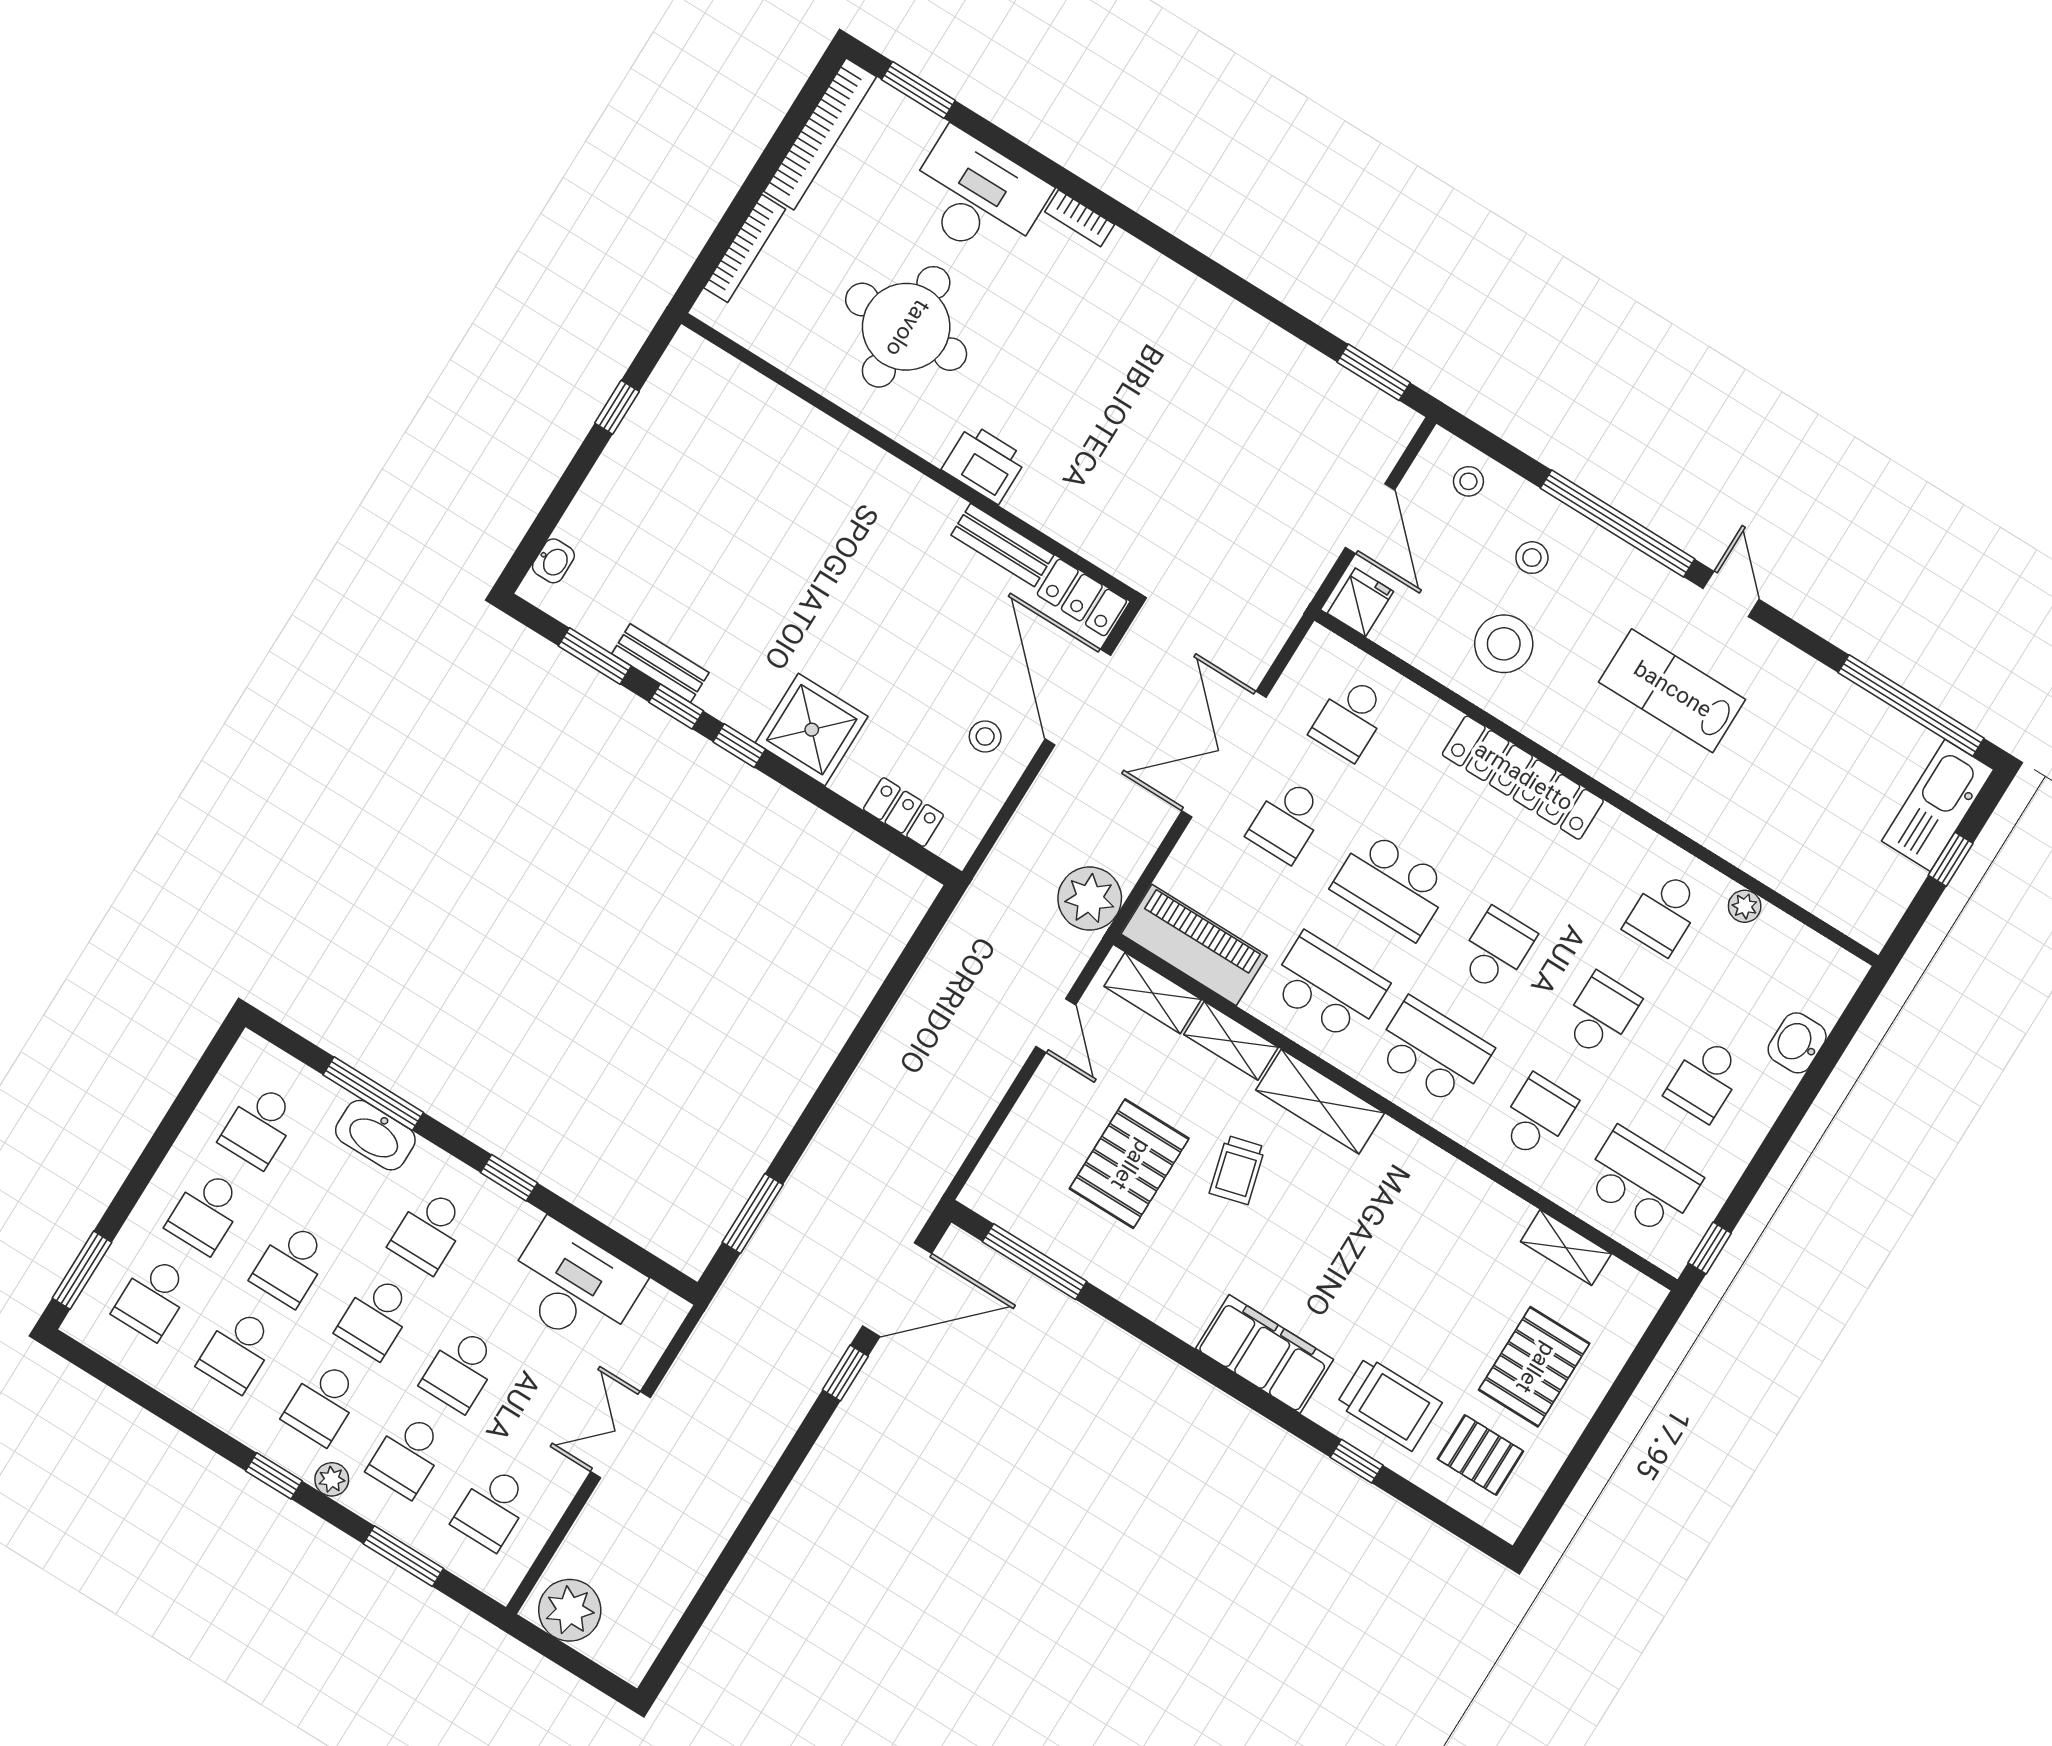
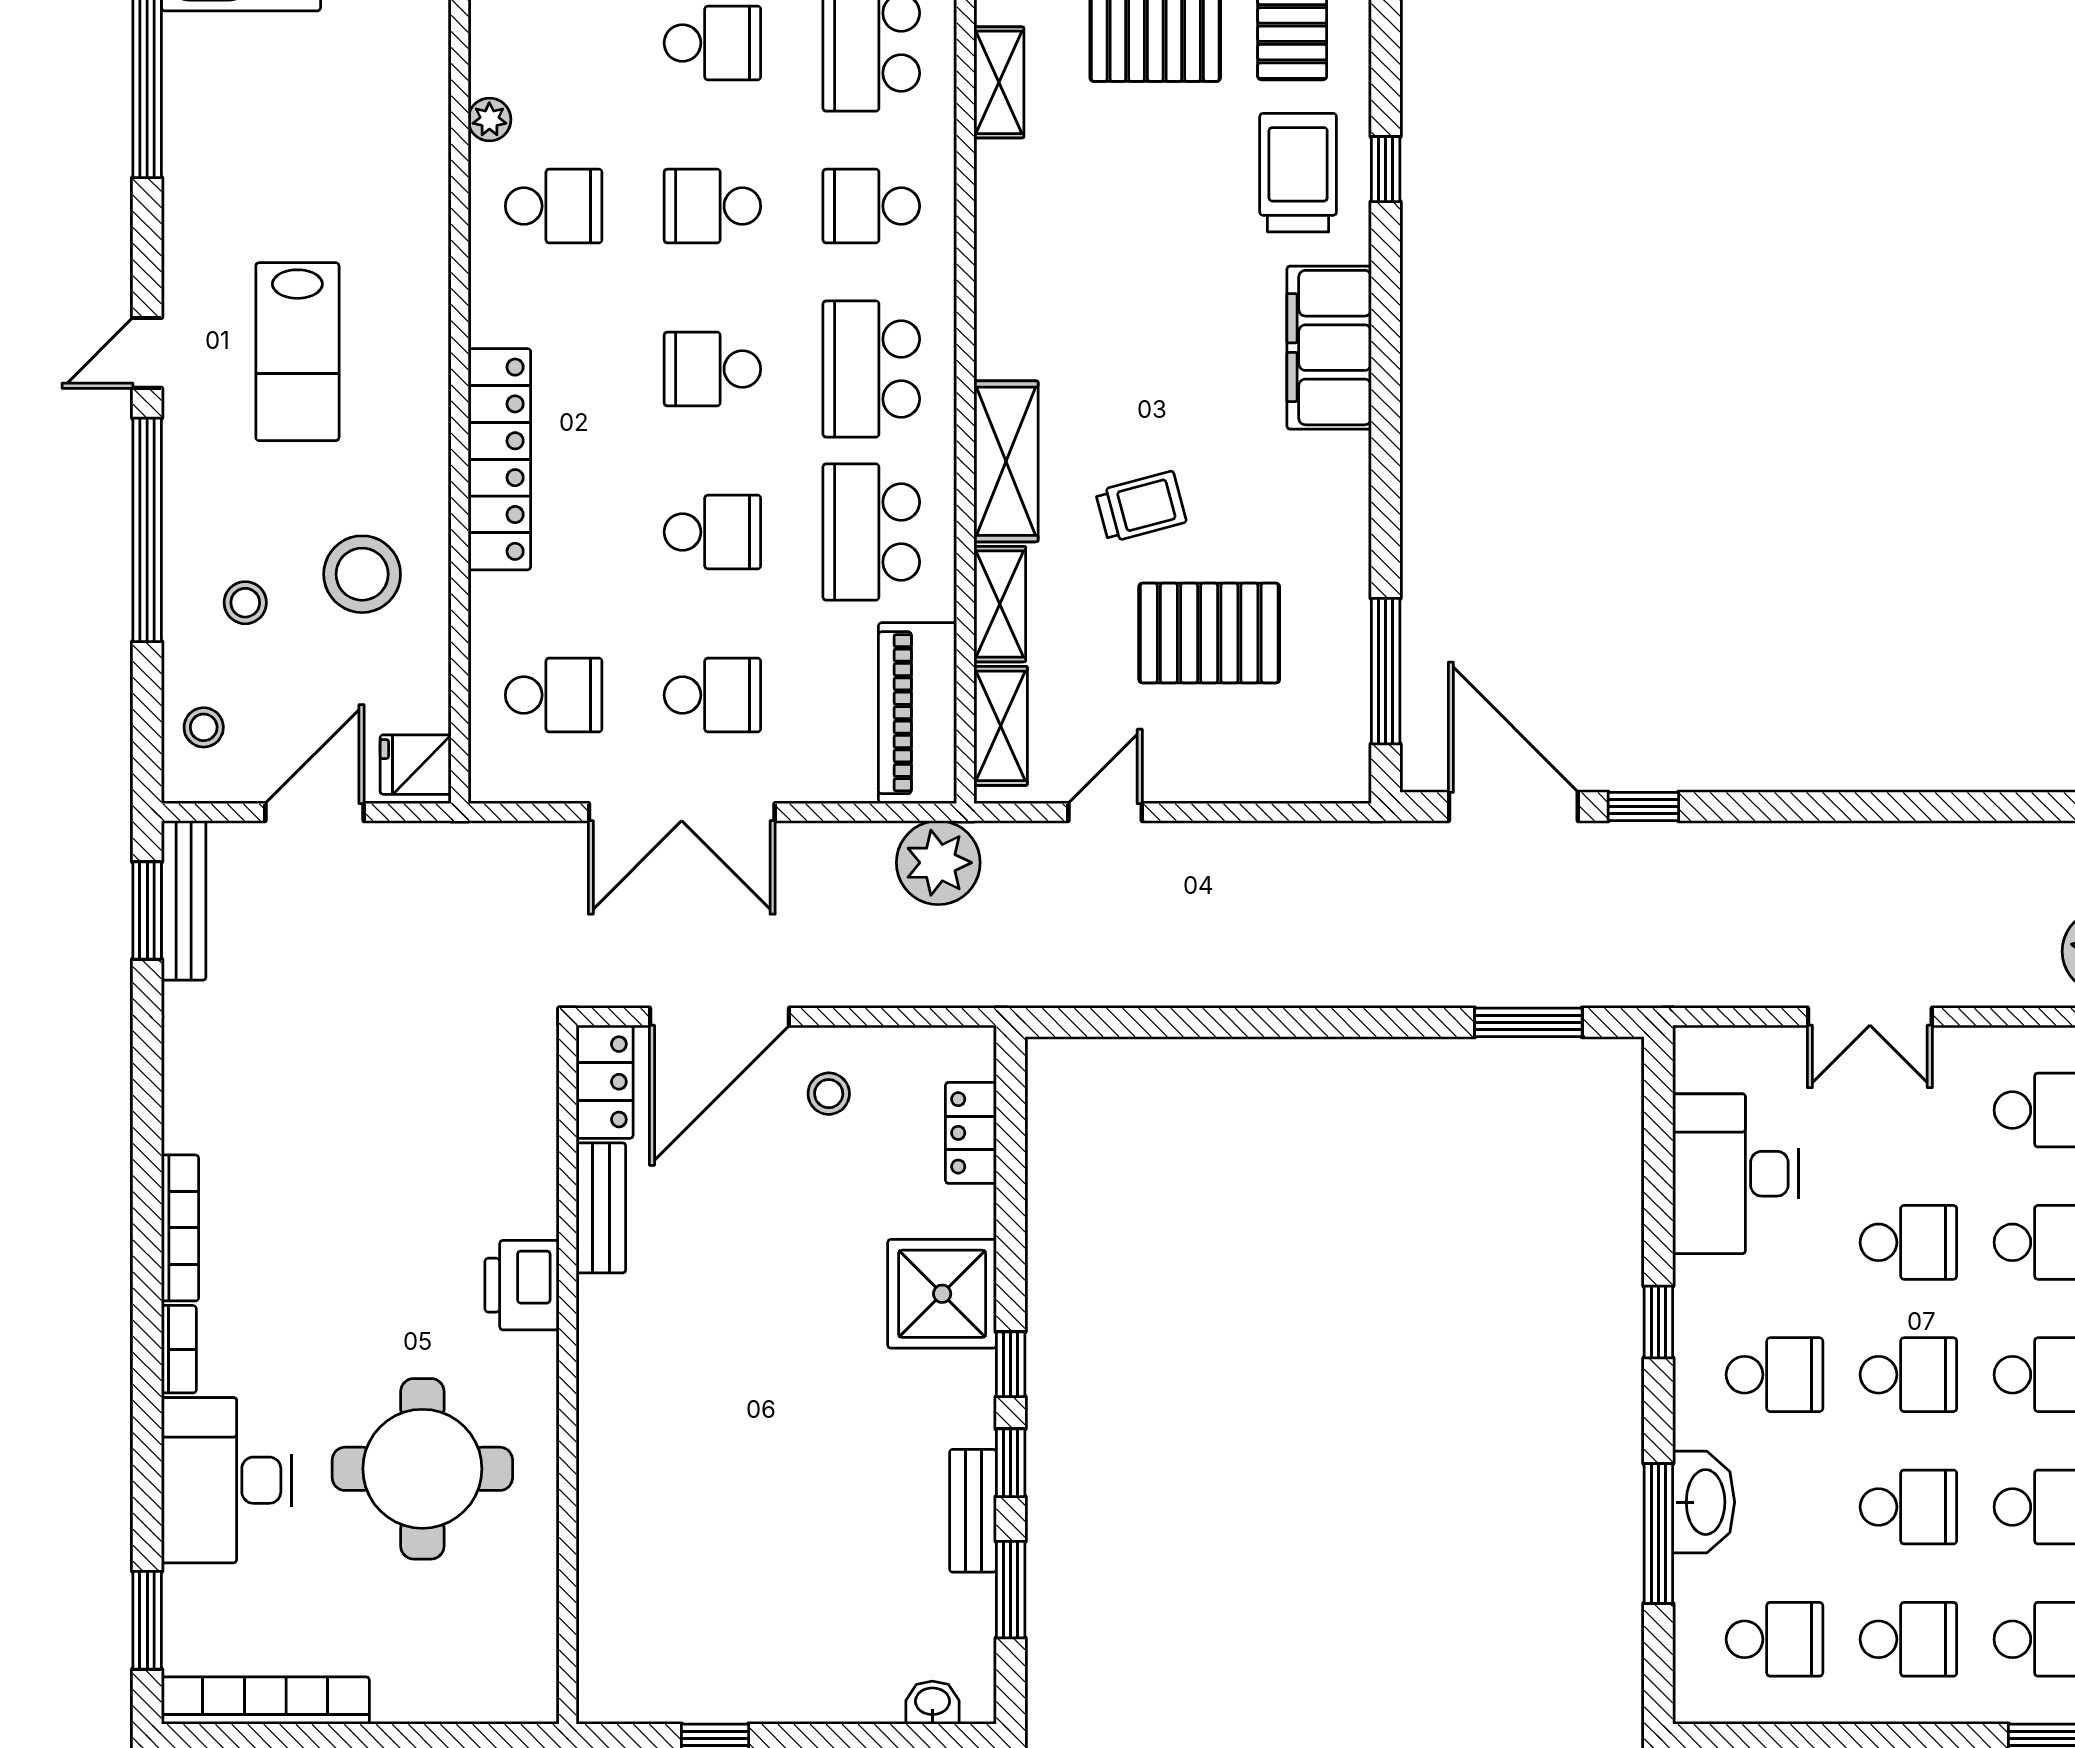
bookcase: (745, 248) -> (180, 1228), moved, turned 90
bench: (1365, 400) -> (184, 900), added
school desk: (1391, 885) -> (712, 532), width x0.54

